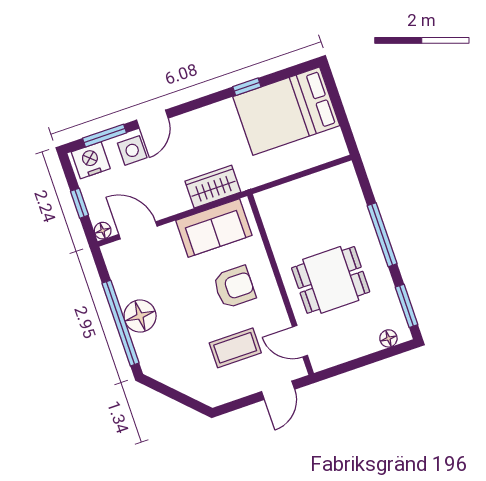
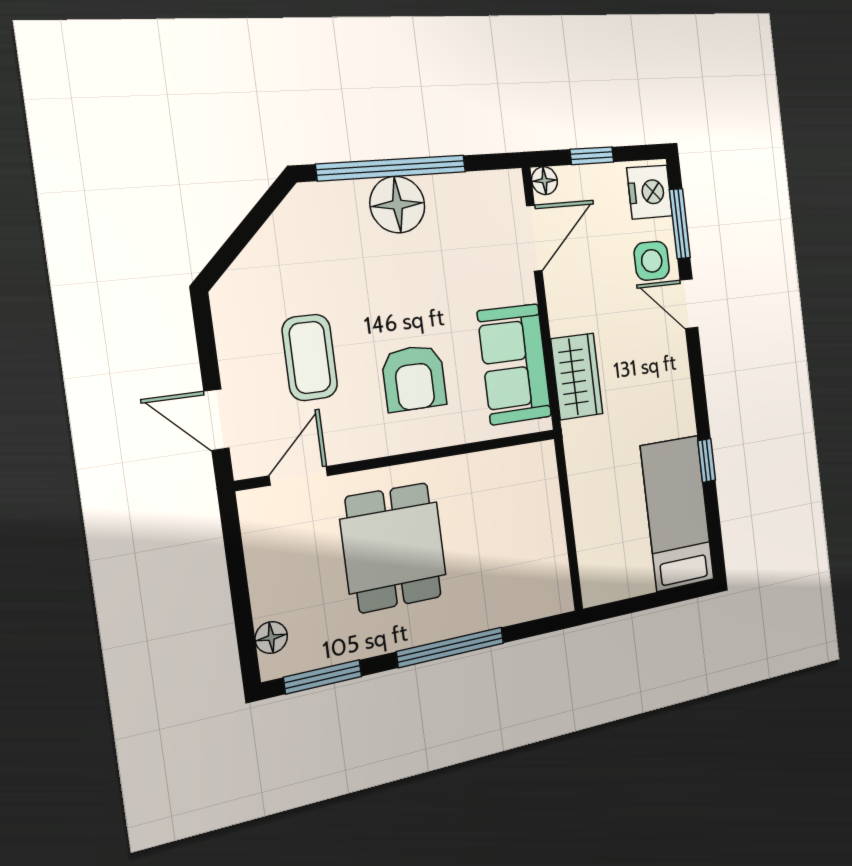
bed: (286, 111) -> (677, 513), width x0.67

